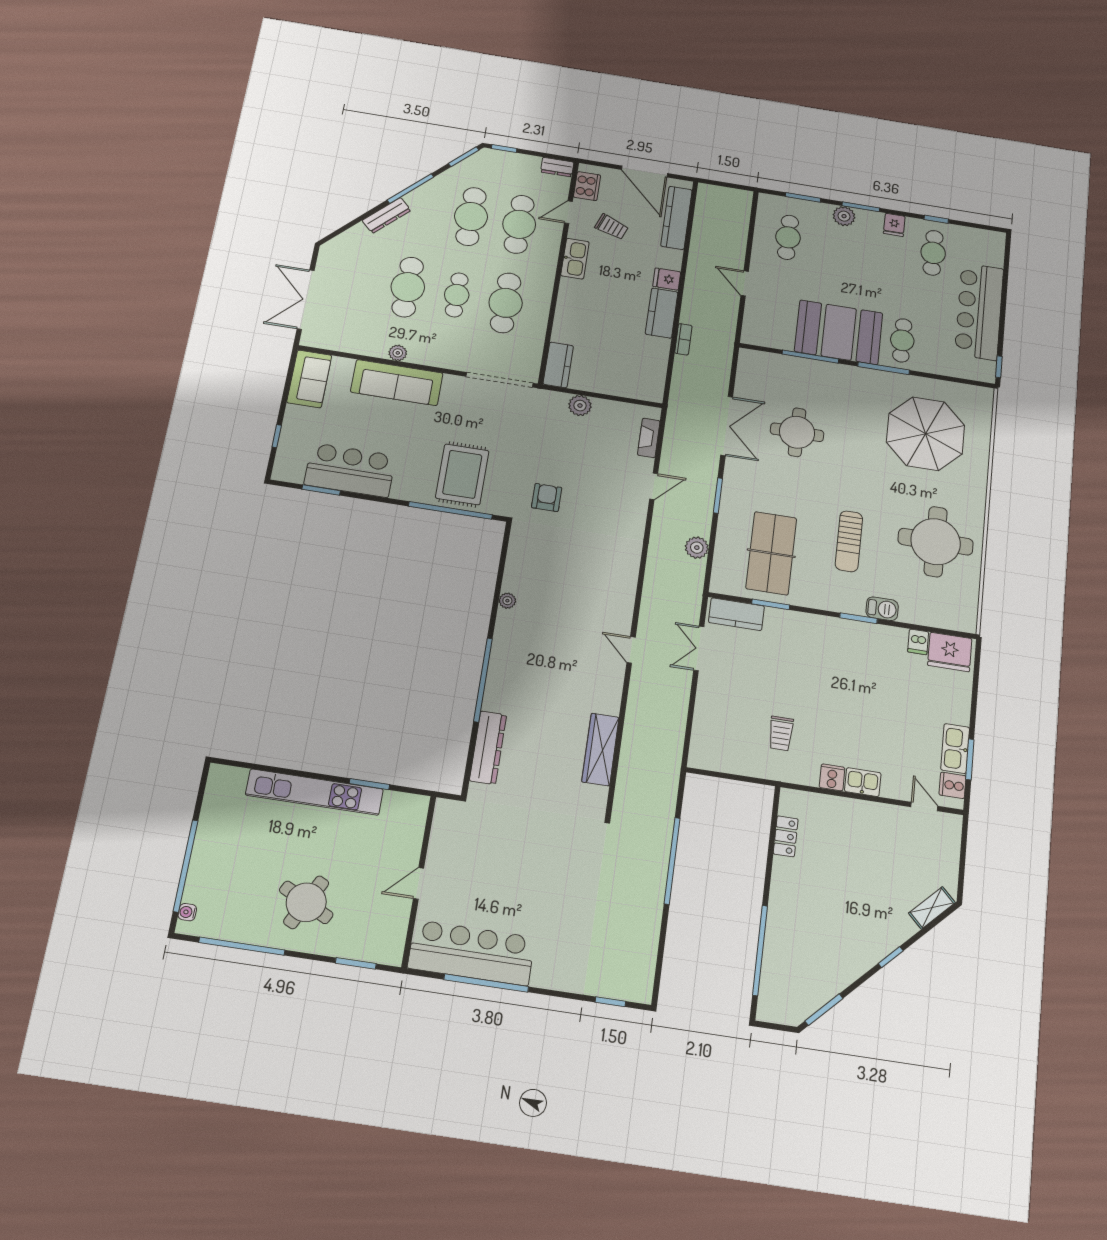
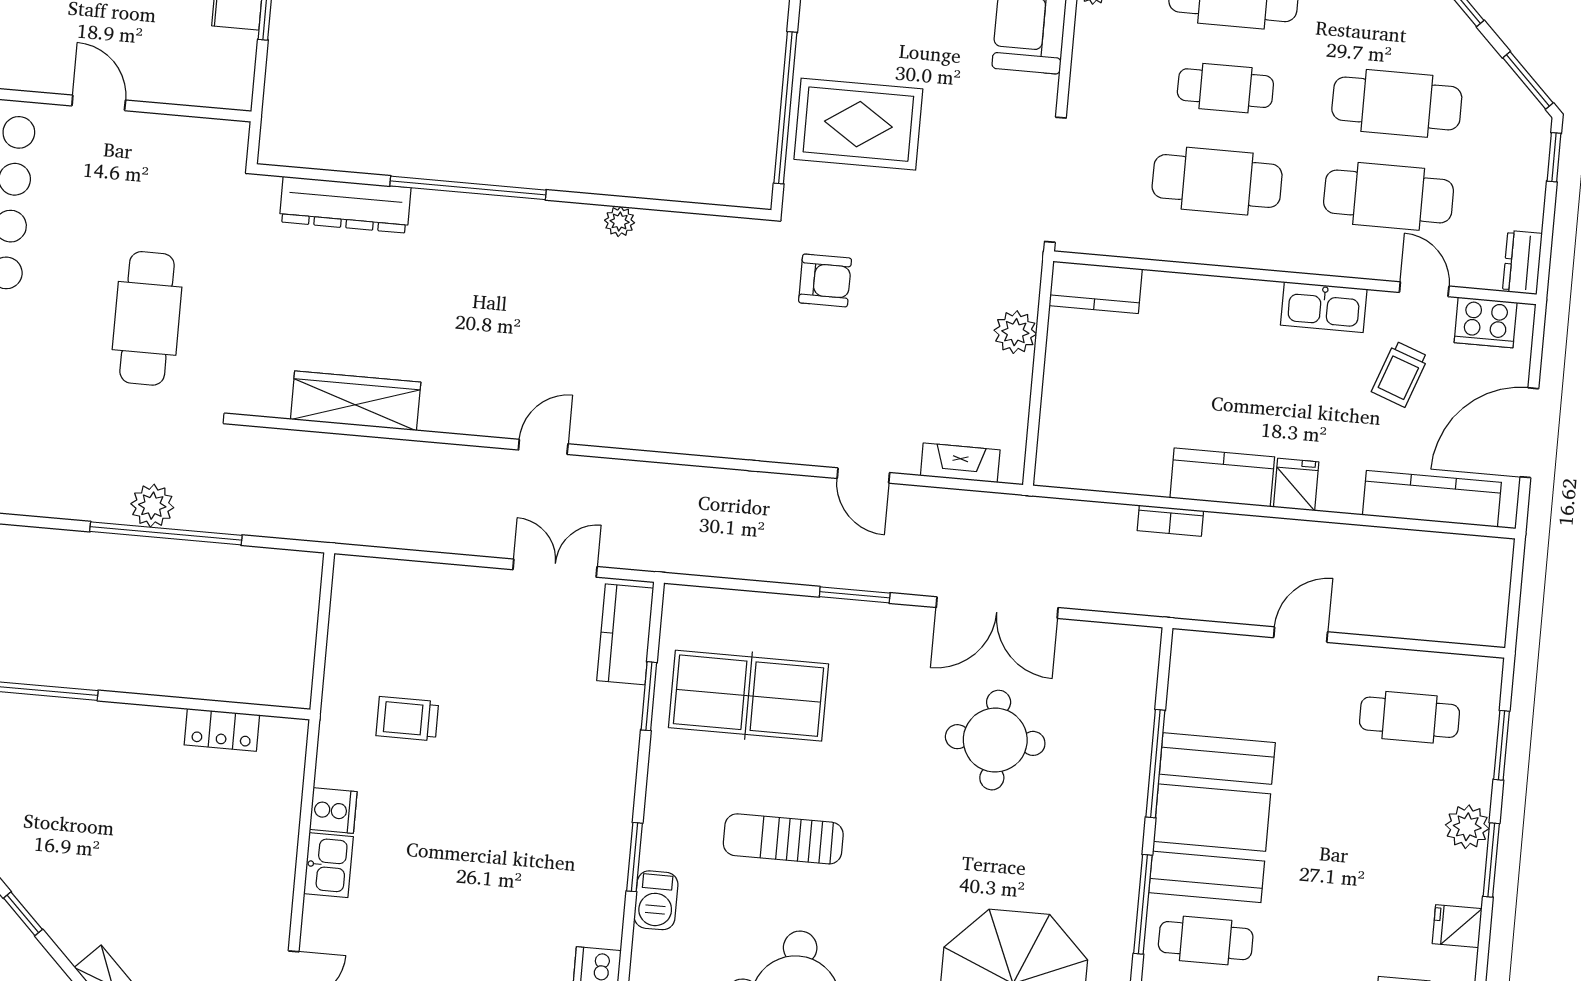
plant: (697, 548) -> (152, 506), moved
cafe table: (547, 864) -> (147, 318), added

